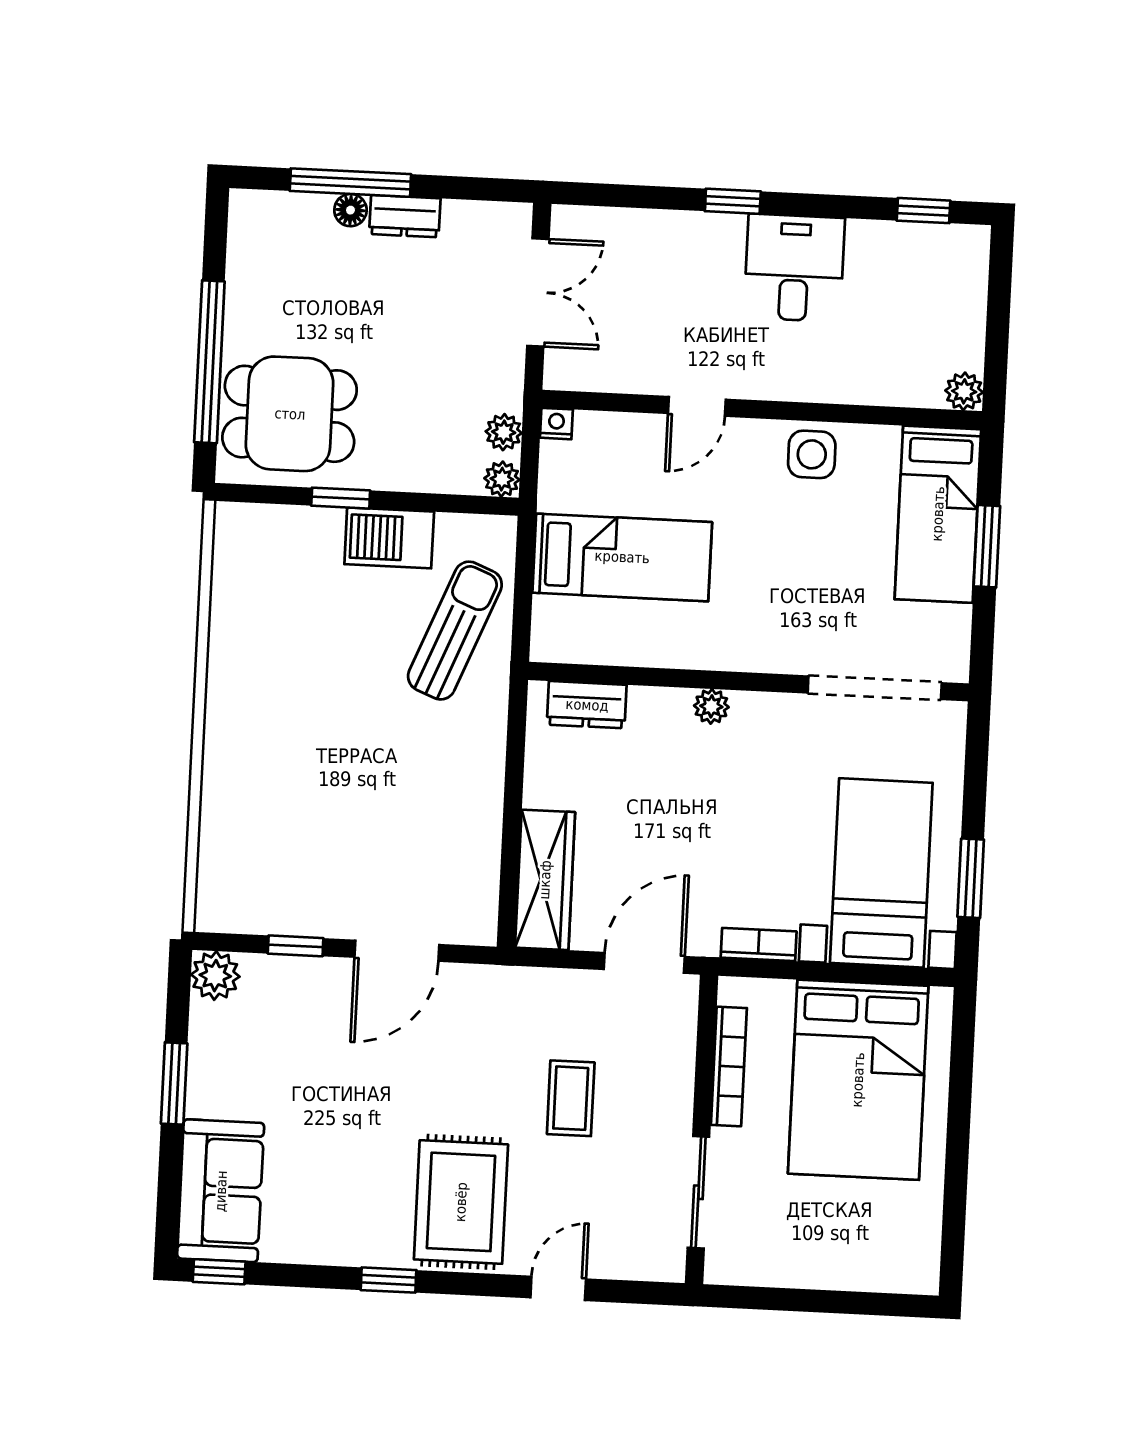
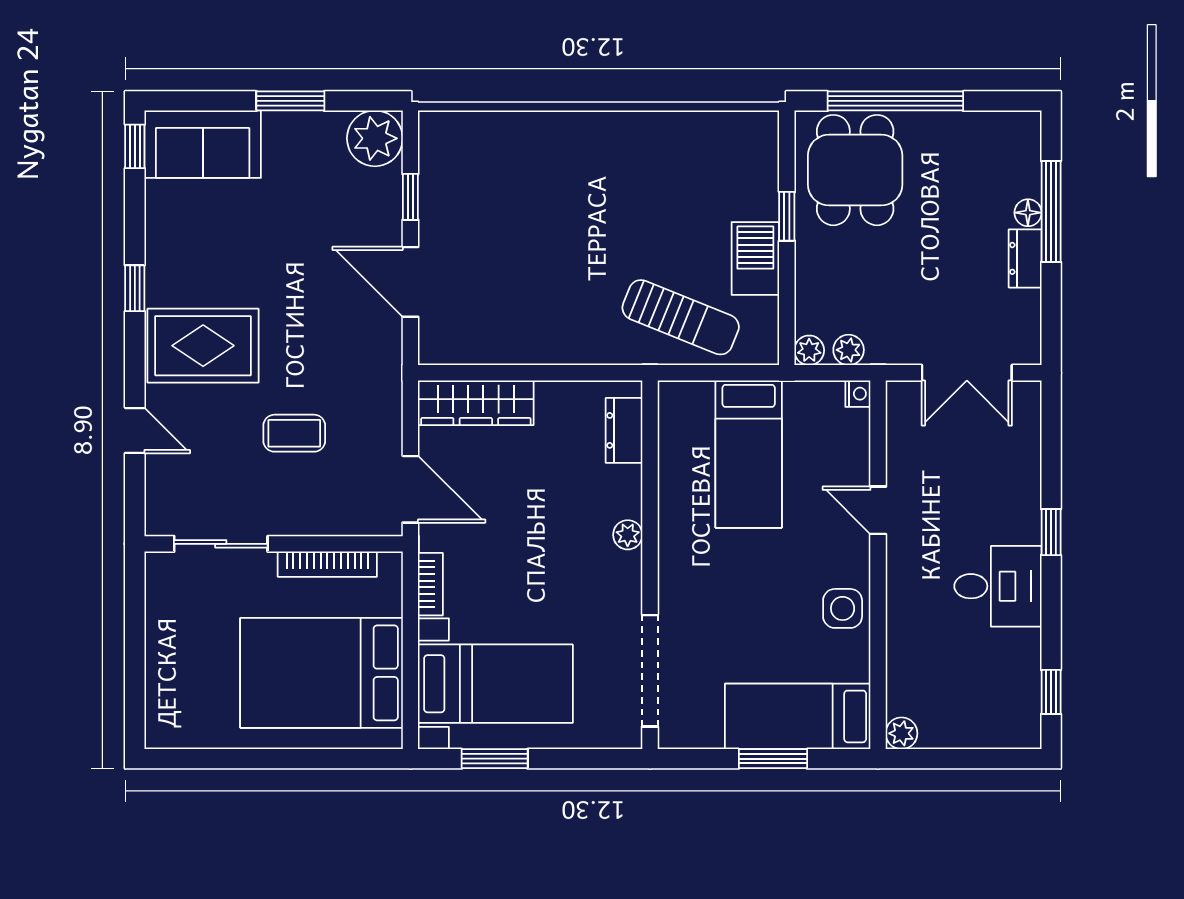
plant: (215, 976) -> (375, 138), width x1.36, depth x1.36

